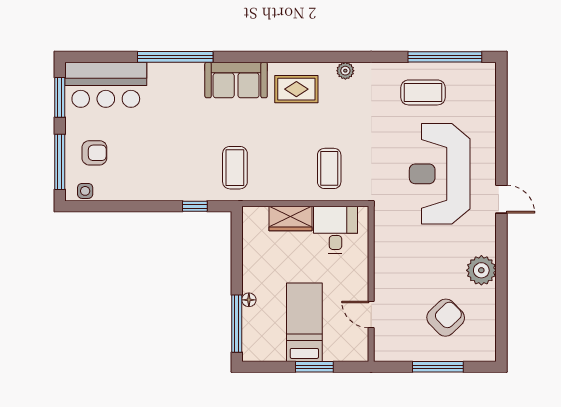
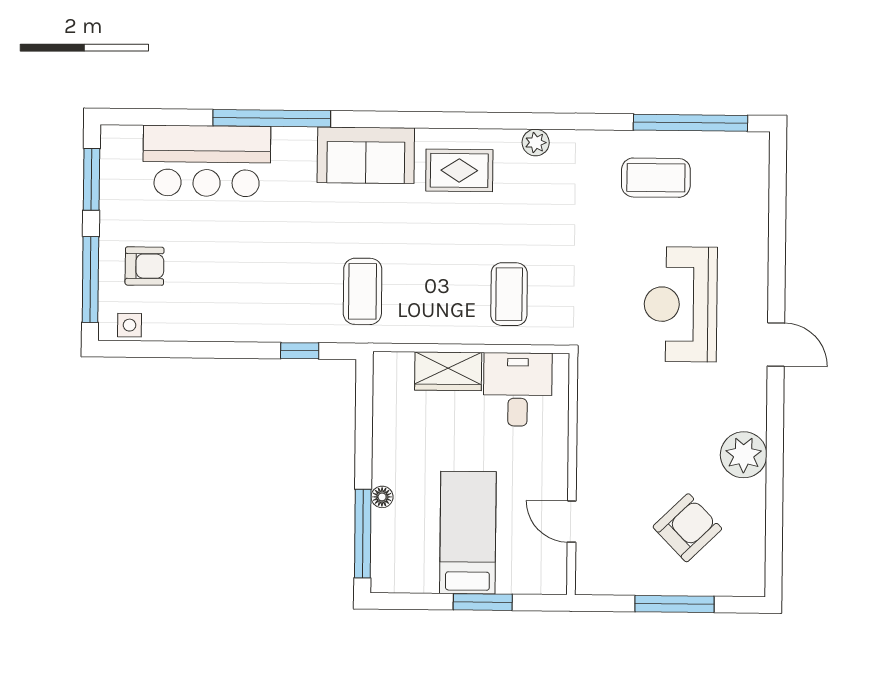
bar counter: (106, 85) -> (207, 161), moved
reception desk: (440, 174) -> (681, 304), width x0.74, depth x0.77

